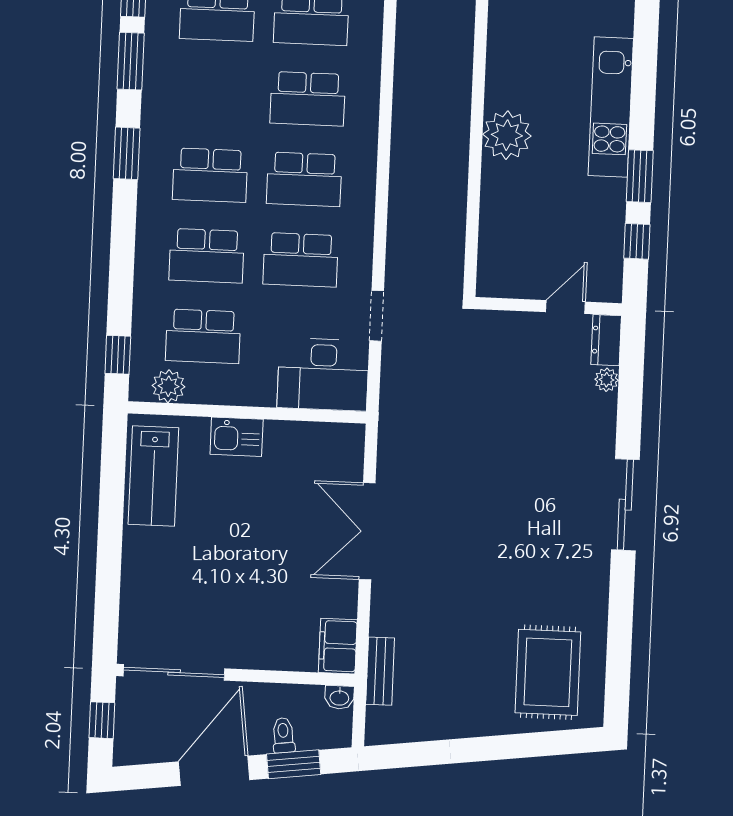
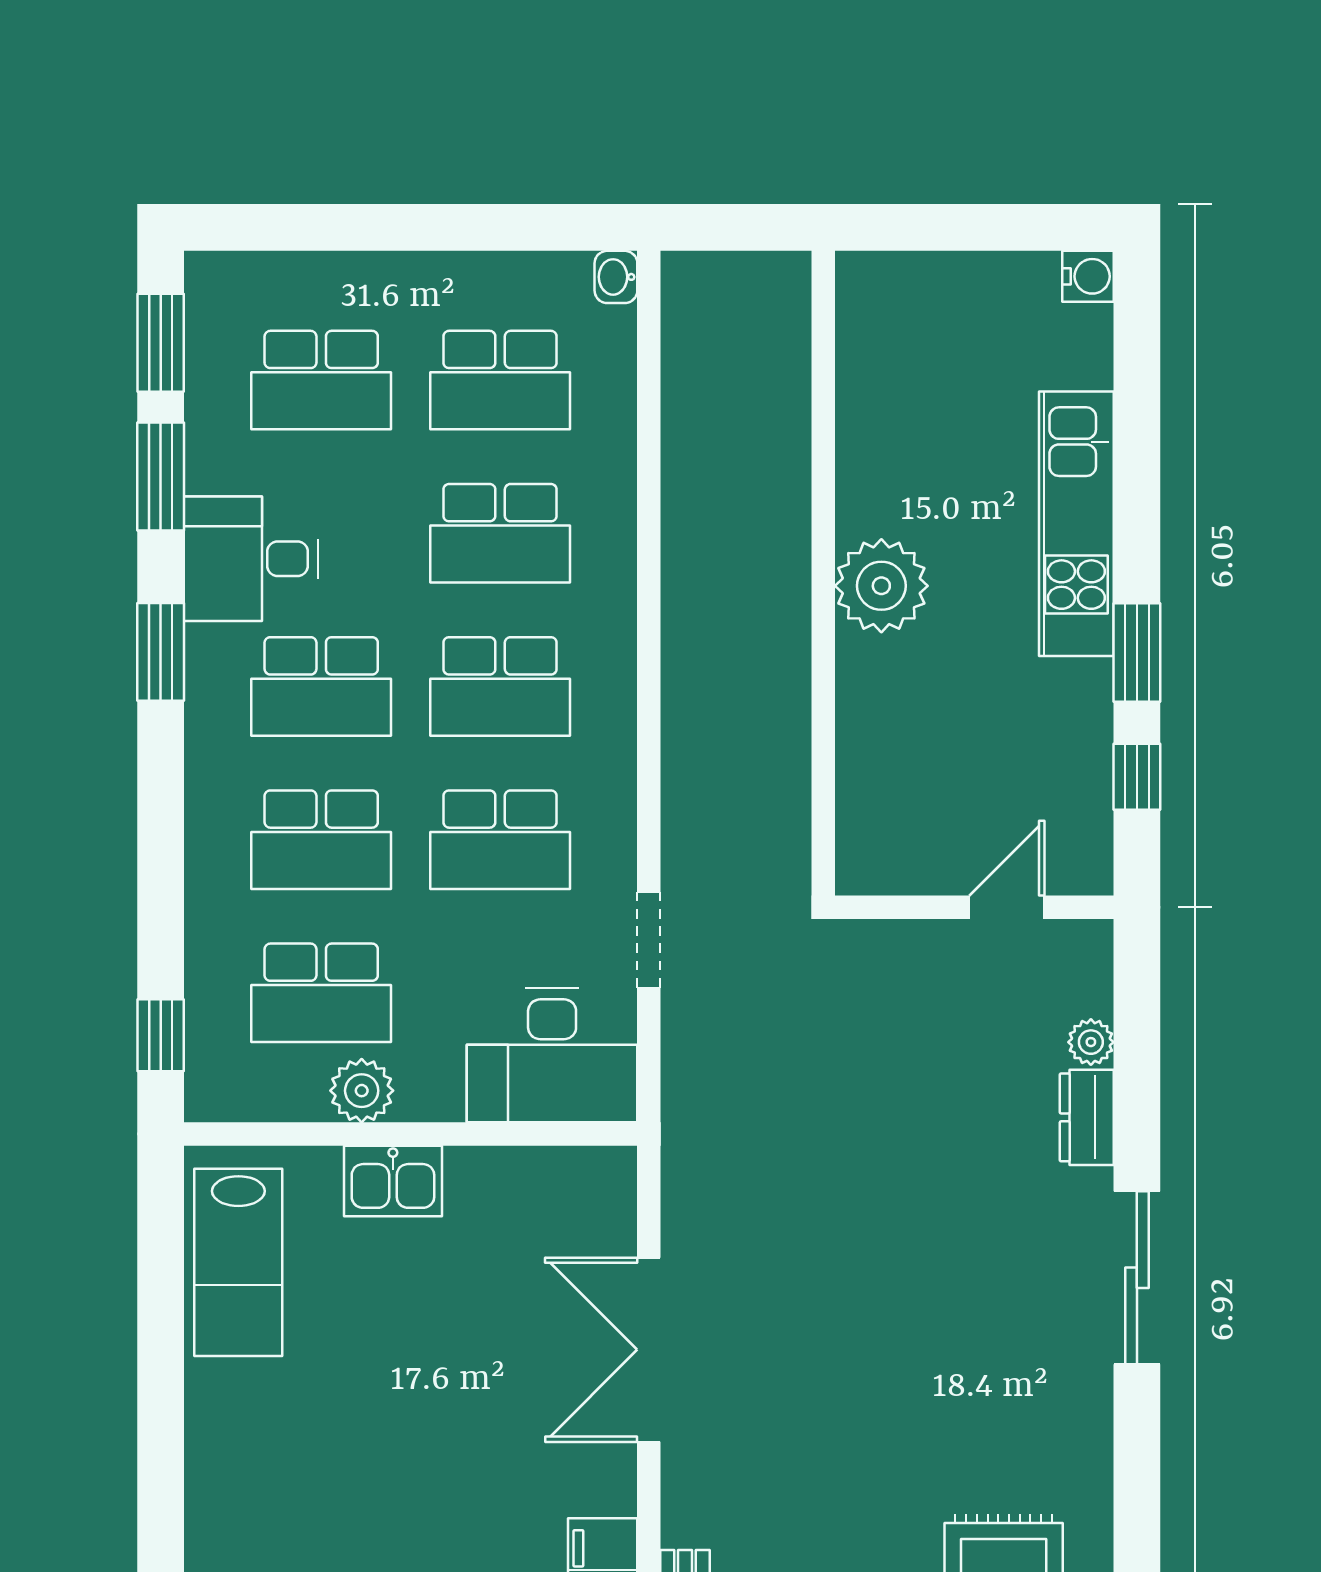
desk: (176, 106) -> (251, 559), added
dresser: (606, 340) -> (1087, 1117), moved
plant: (169, 386) -> (362, 1091), moved

